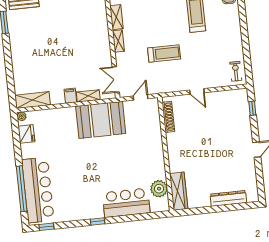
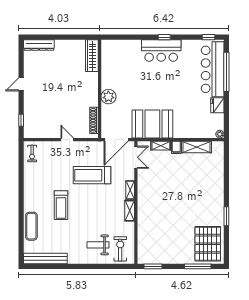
treadmill: (164, 53) -> (92, 175), width x1.37, depth x1.37
door: (141, 97) -> (116, 140), width x1.88
shelving: (33, 100) -> (197, 147), moved
fridge: (26, 134) -> (217, 105), moved
plant: (159, 189) -> (108, 97), moved
dresser: (228, 198) -> (39, 45), moved
bar counter: (126, 203) -> (161, 50), moved

